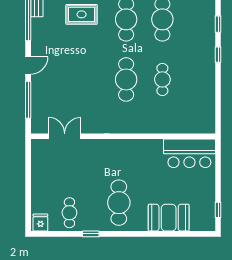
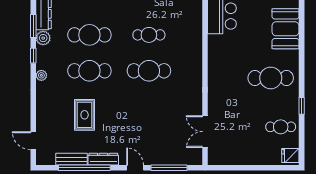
dresser: (37, 33) -> (103, 159), added

